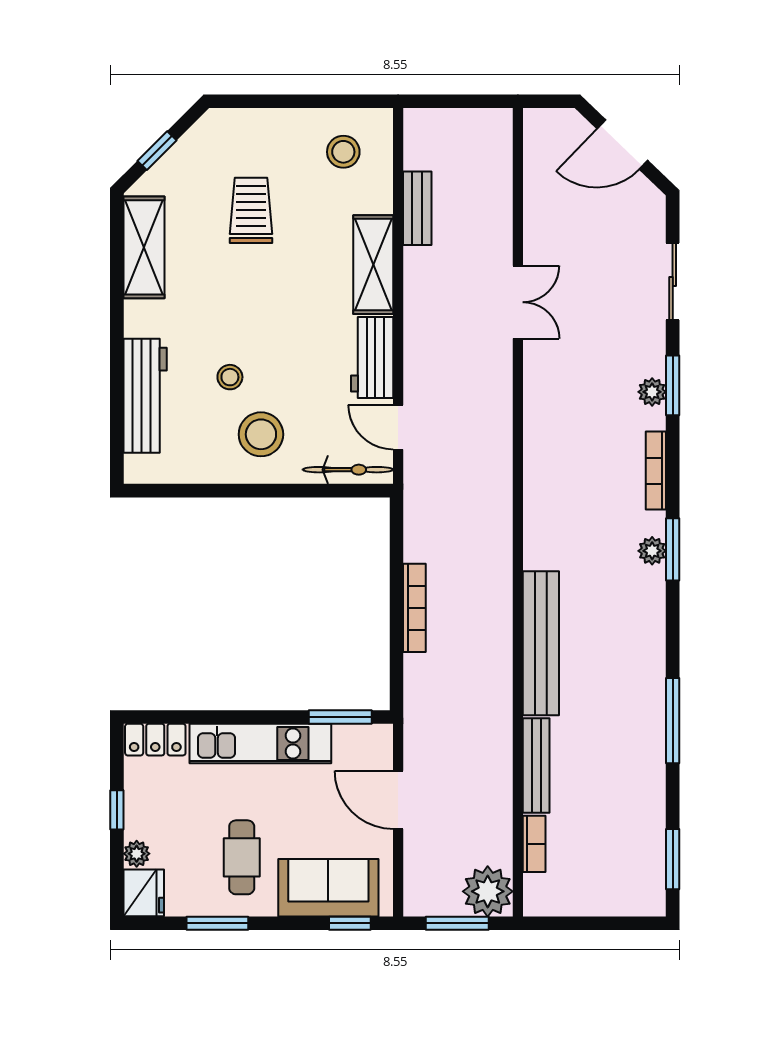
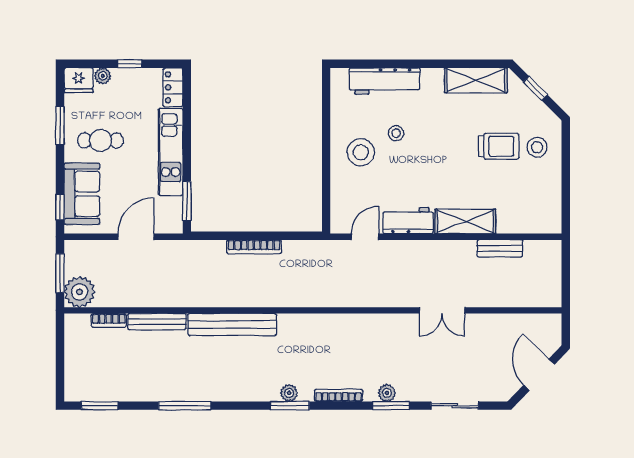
stool: (343, 152) -> (537, 147), moved
bicycle: (348, 470) -> (339, 206), removed

